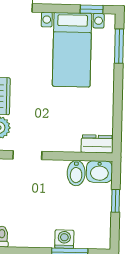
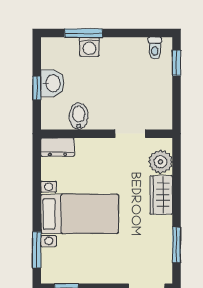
bed with nightstands: (72, 50) -> (80, 214), moved, turned 90
washbasin: (99, 172) -> (52, 83), moved, turned 90

